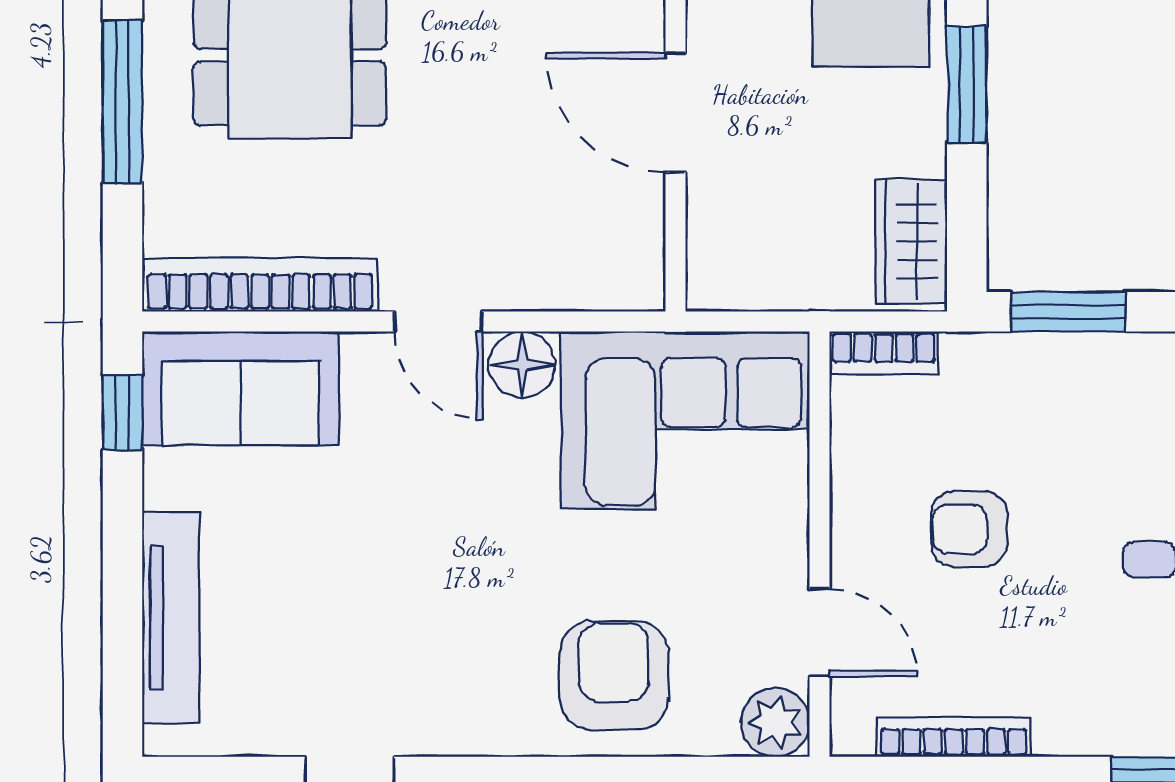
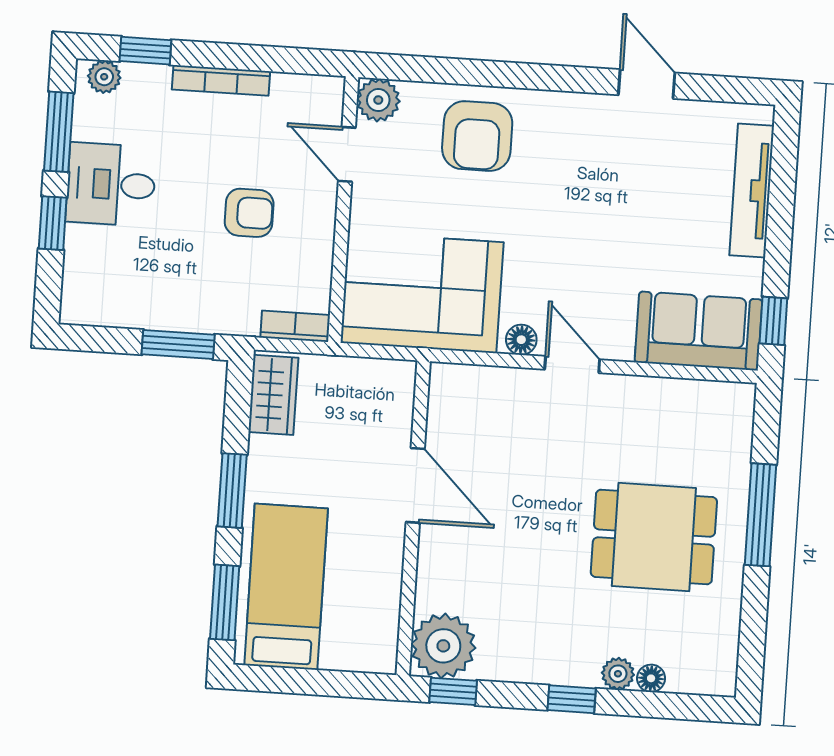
bookcase: (260, 285) -> (682, 395), removed
floor lamp: (522, 365) -> (521, 340), width x0.73, depth x0.73
bookcase: (954, 737) -> (221, 80), moved

